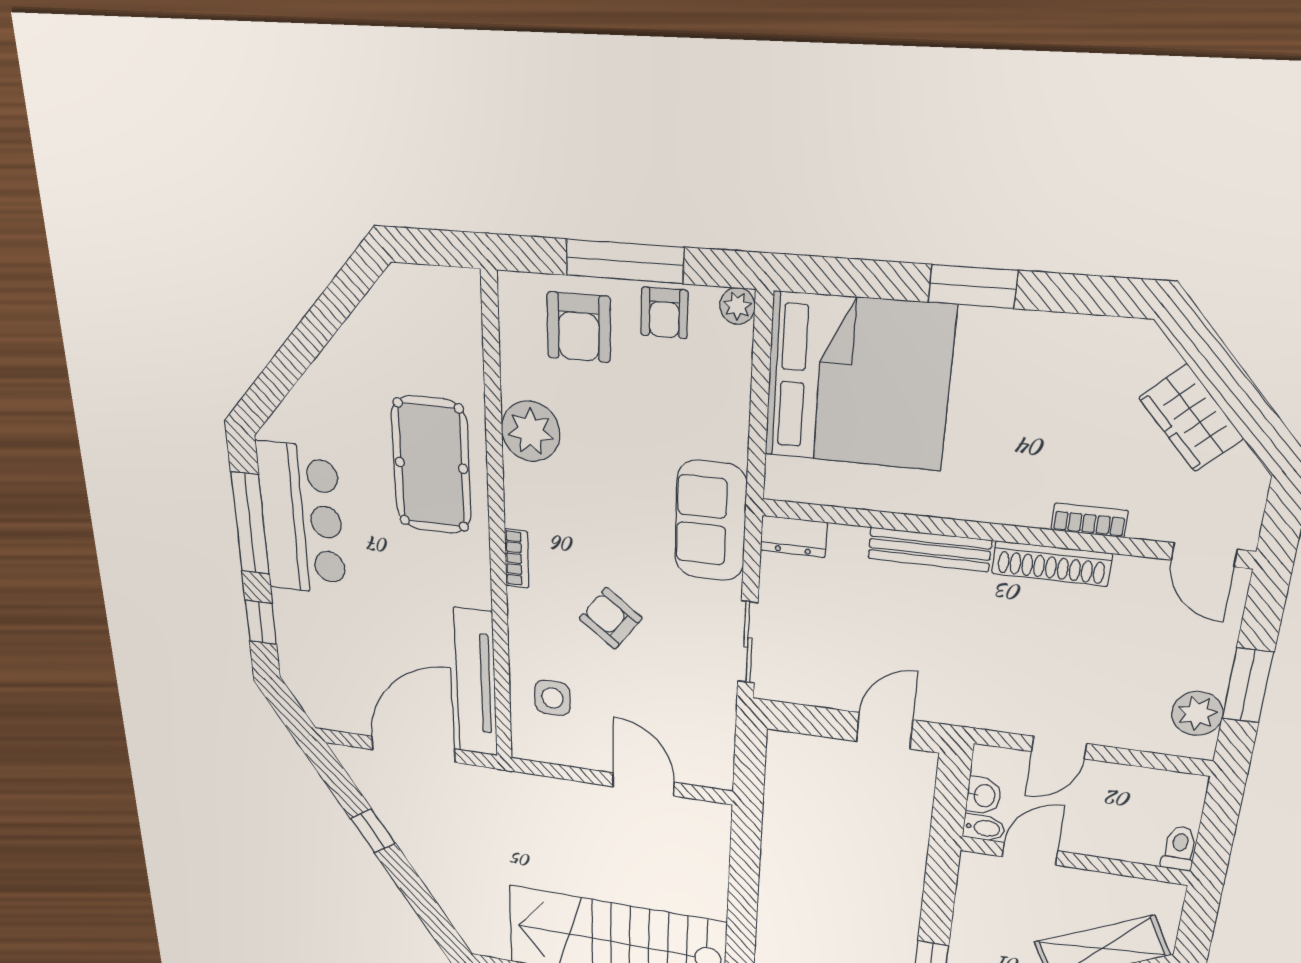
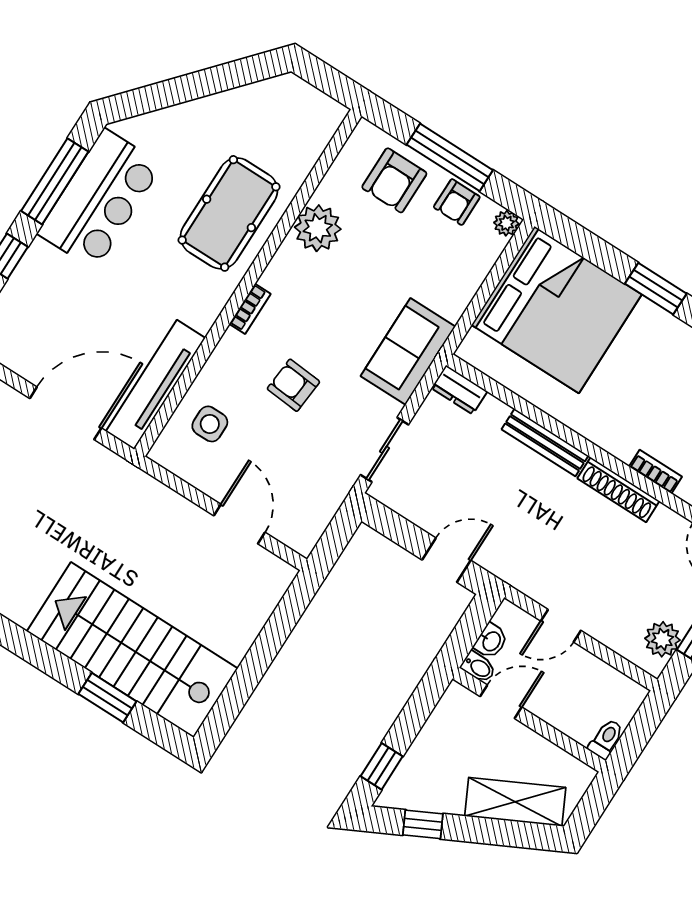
armchair: (611, 618) -> (293, 385), turned -32

